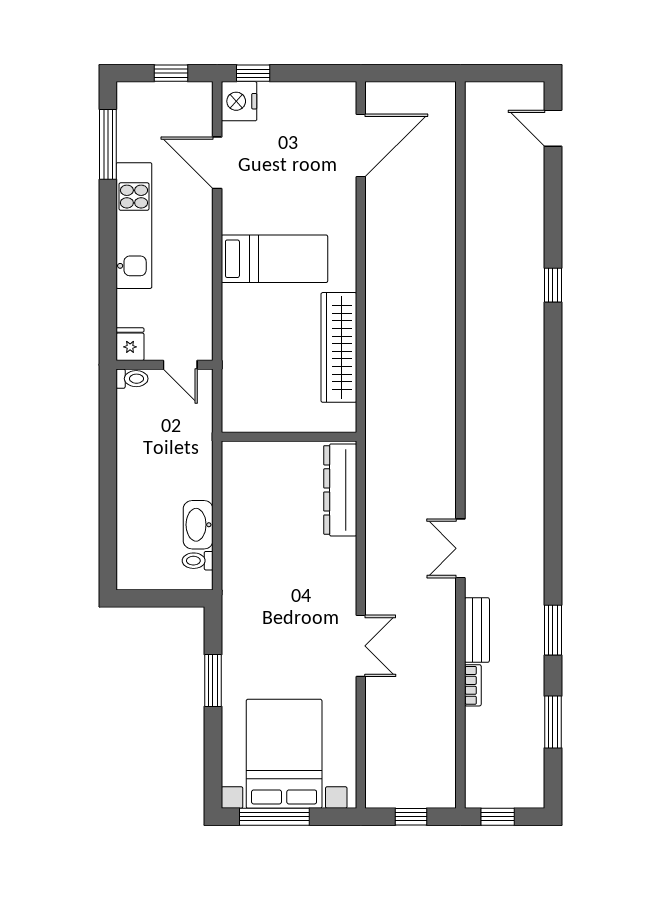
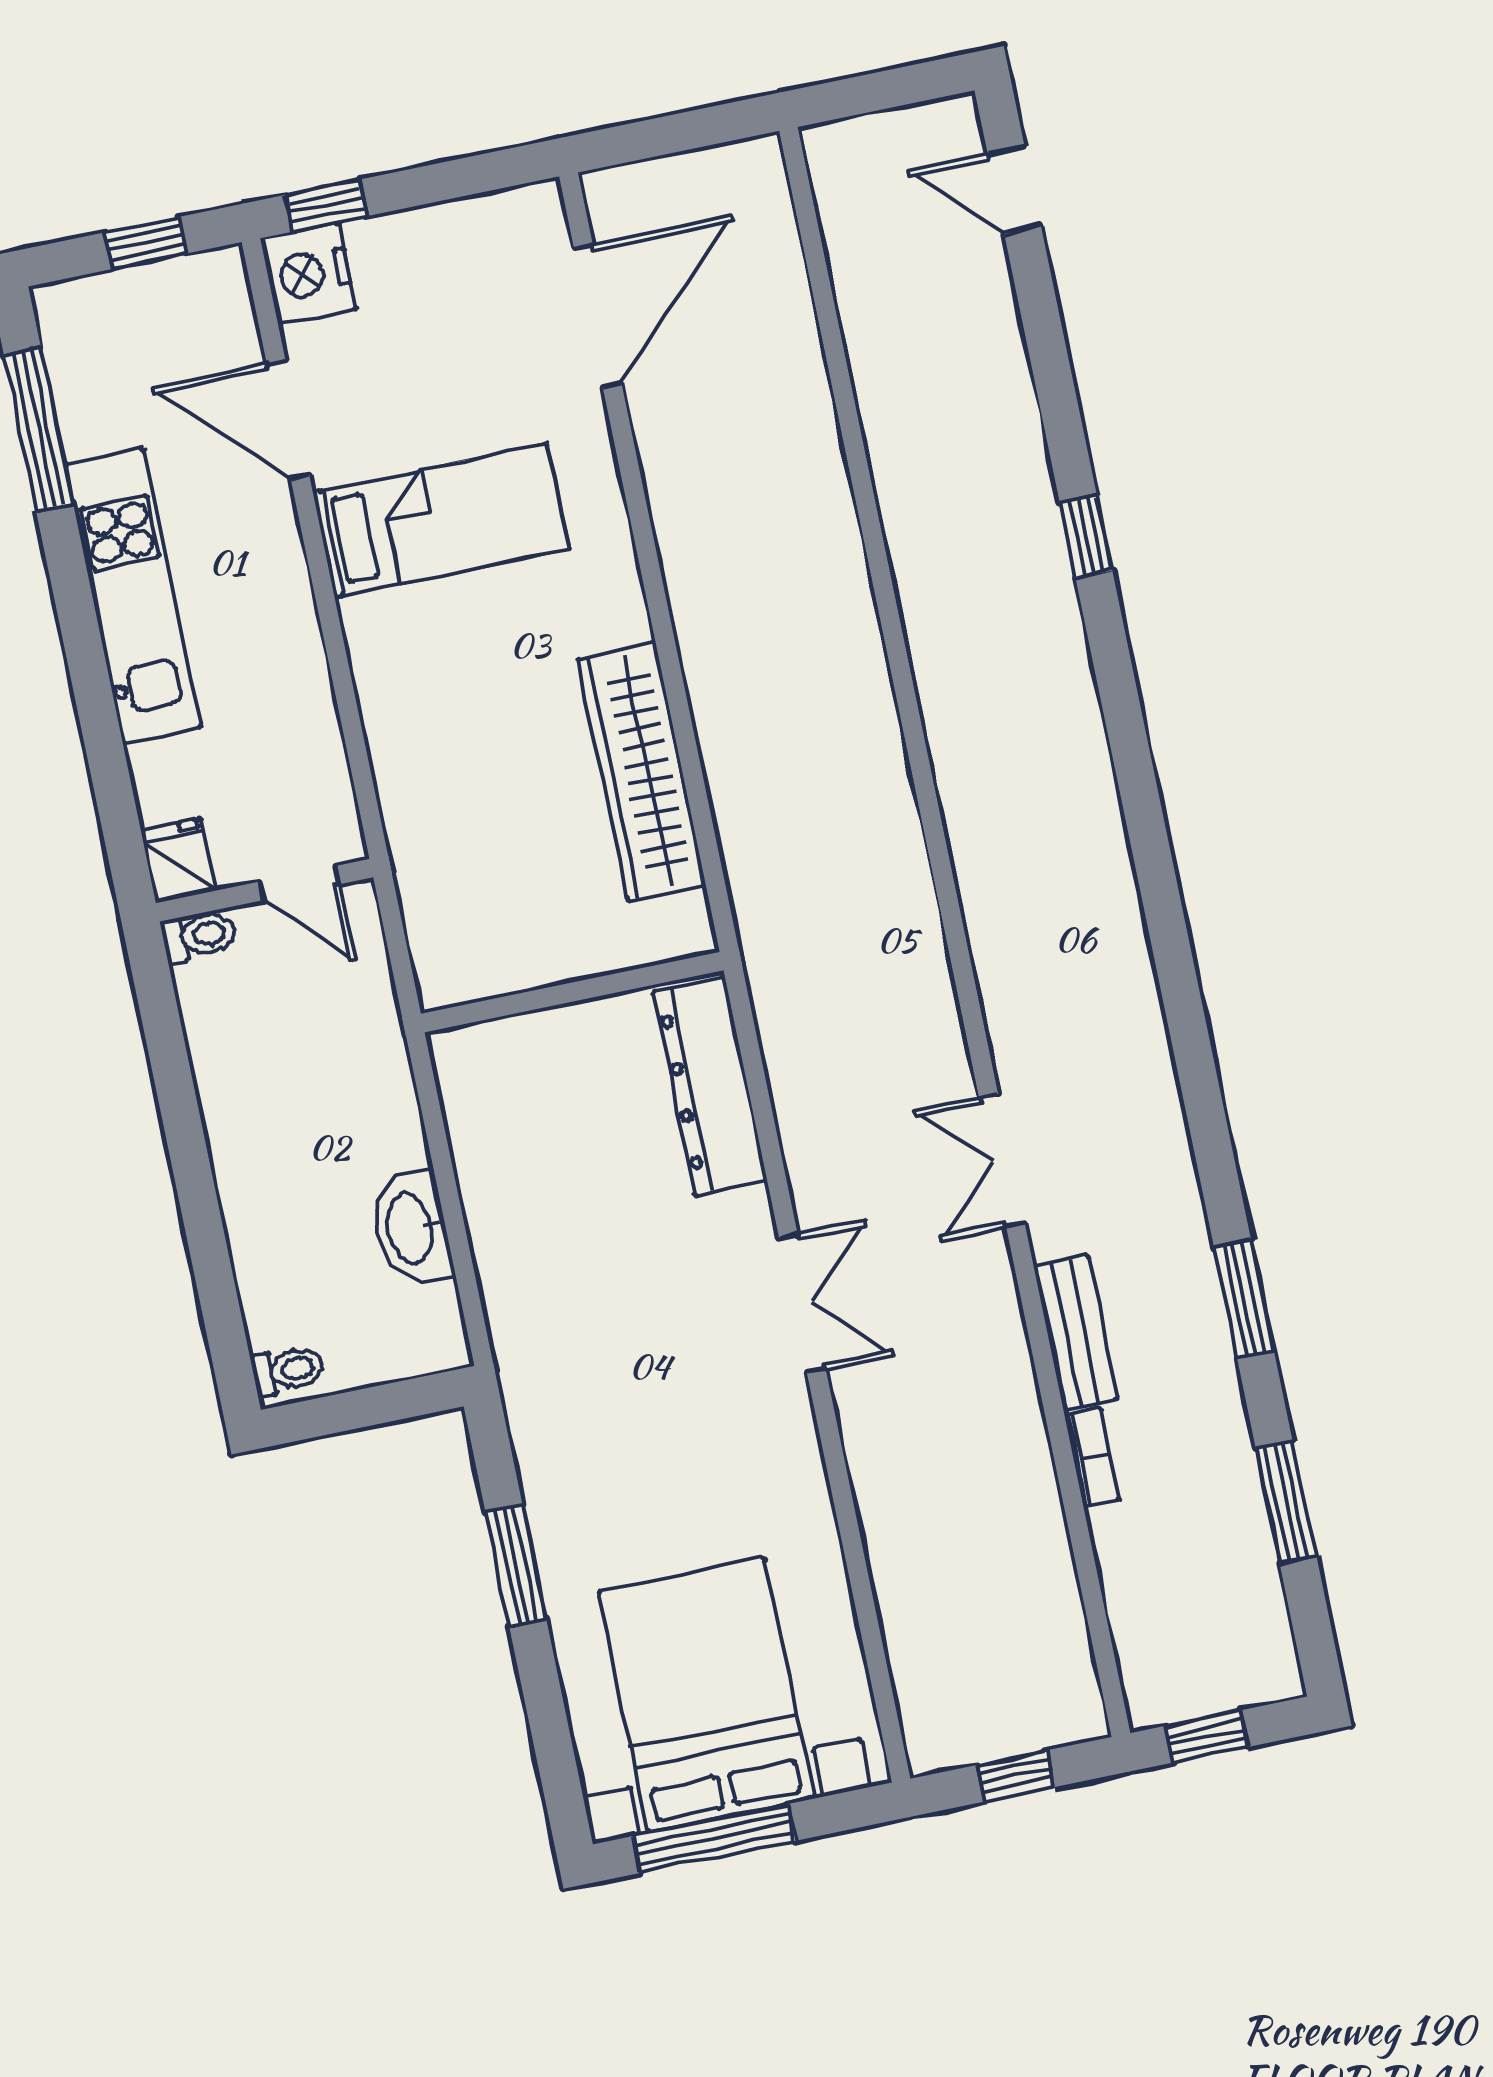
bed: (274, 259) -> (441, 520), moved
toilet: (198, 561) -> (288, 1370), moved, turned 180
double door: (361, 646) -> (802, 1303), moved

